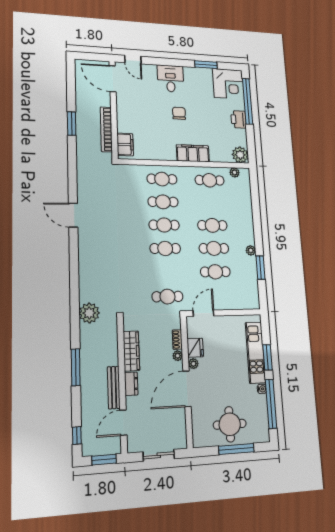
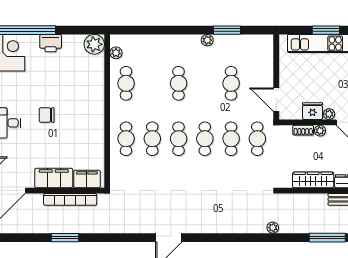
filing cabinet: (193, 153) -> (54, 178), moved, turned 90
cafe table: (214, 248) -> (231, 139), moved
plant: (89, 313) -> (273, 228), width x0.53, depth x0.53

